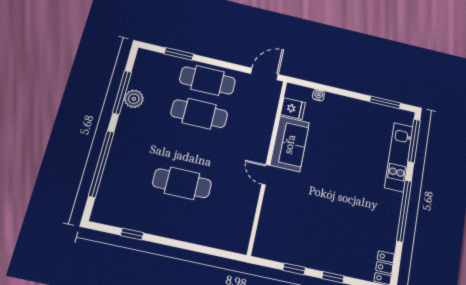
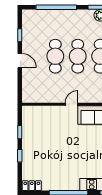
cafe table: (191, 148) -> (78, 56), added
door: (175, 243) -> (20, 60), added

